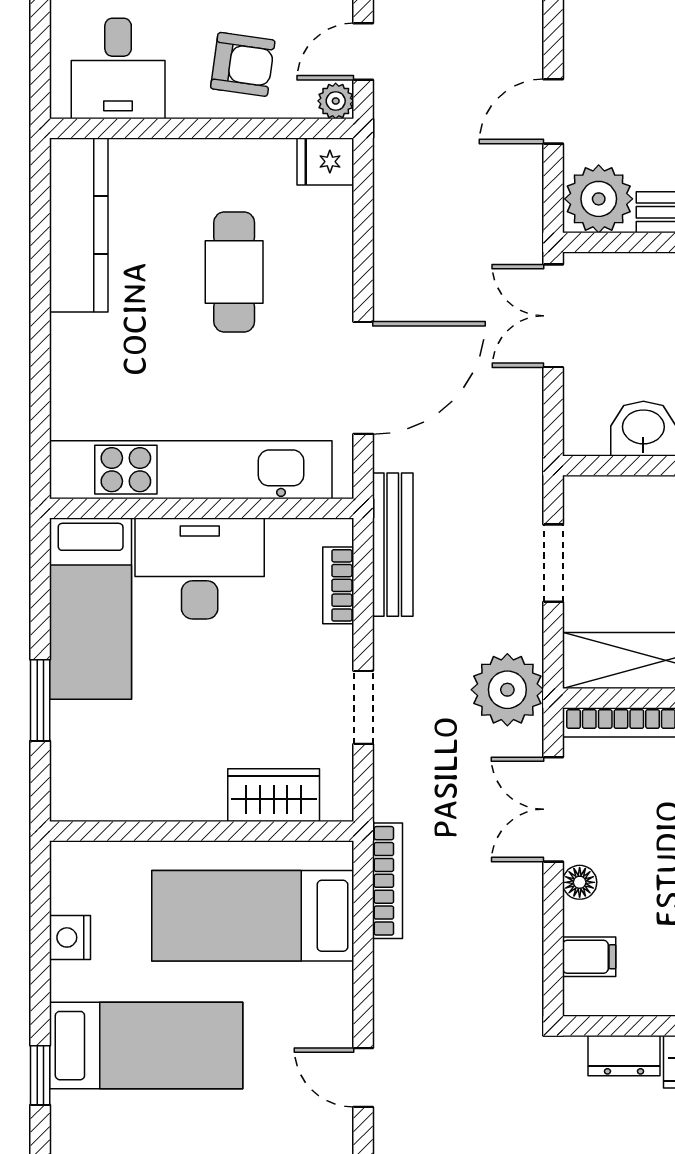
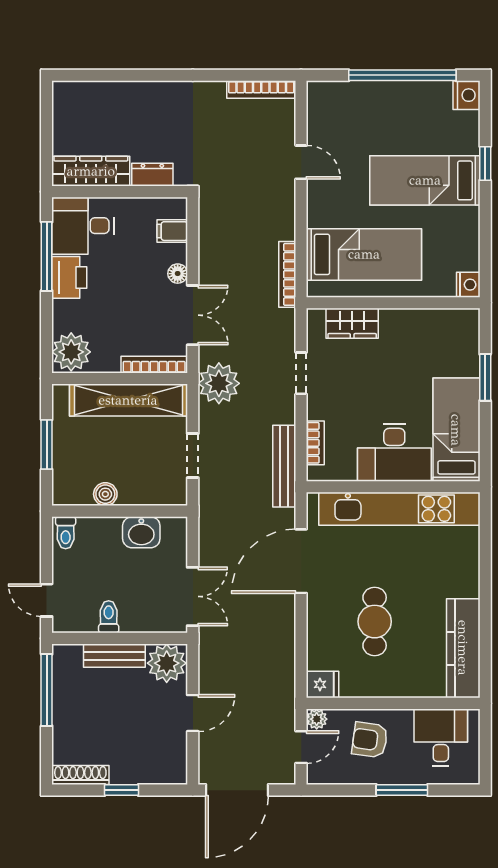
nightstand: (70, 937) -> (468, 285), moved

